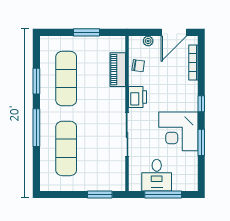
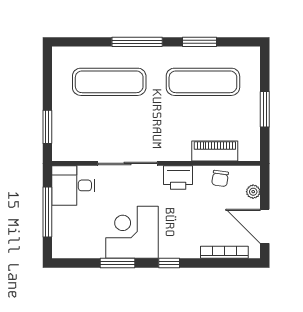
desk: (157, 175) -> (73, 185), moved

